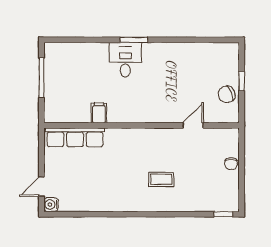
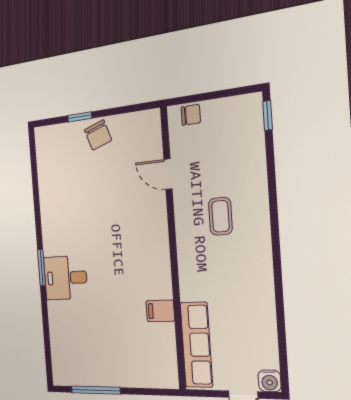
filing cabinet: (99, 113) -> (160, 311), moved
wall: (142, 125) -> (173, 249), moved
door: (193, 125) -> (168, 174), moved
row of seats: (75, 137) -> (196, 345), moved

